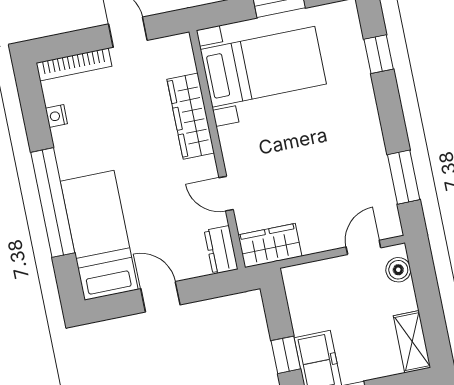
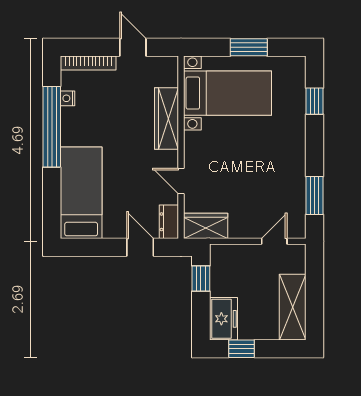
window: (53, 203) -> (52, 127), moved
boiler: (398, 270) -> (297, 263), removed
door: (160, 297) -> (140, 247), moved
shelving: (412, 342) -> (293, 307), width x1.50, depth x1.33
window: (286, 355) -> (201, 279), moved

